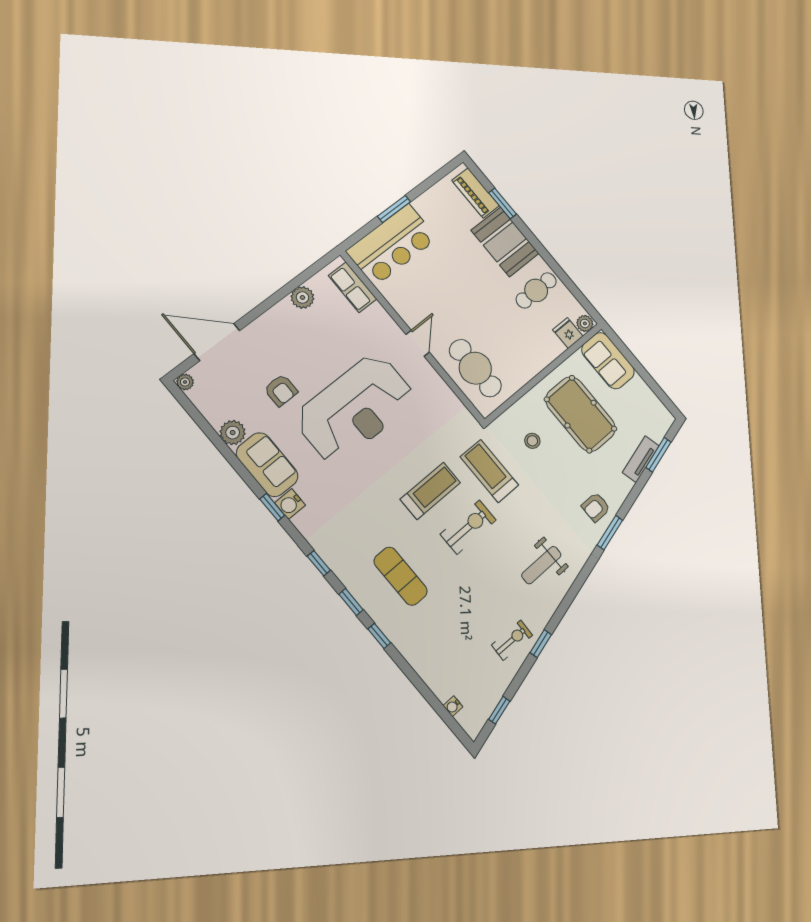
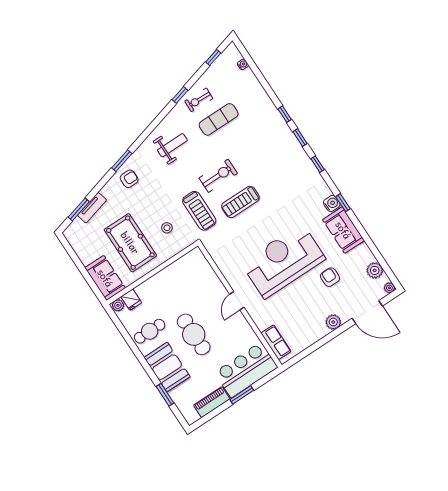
piano: (476, 193) -> (212, 402), moved, turned -90
plant: (302, 297) -> (333, 322), moved
cafe table: (475, 368) -> (194, 334), moved
plant: (233, 433) -> (375, 270), moved
exercise bike: (468, 527) -> (218, 176), turned 180
exercise mat: (401, 576) -> (219, 119), moved, turned 90

